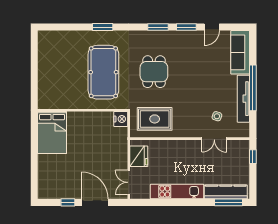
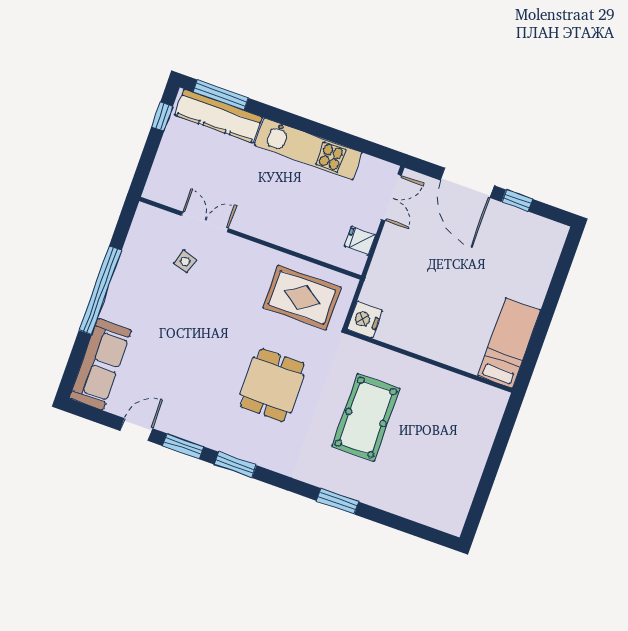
pool table: (103, 72) -> (366, 417), width x0.73, depth x0.76
tv unit: (243, 99) -> (125, 276), removed
bed: (52, 133) -> (509, 343), width x0.67
fridge: (139, 156) -> (360, 241), width x0.53, depth x0.75
window: (253, 157) -> (162, 116), moved

